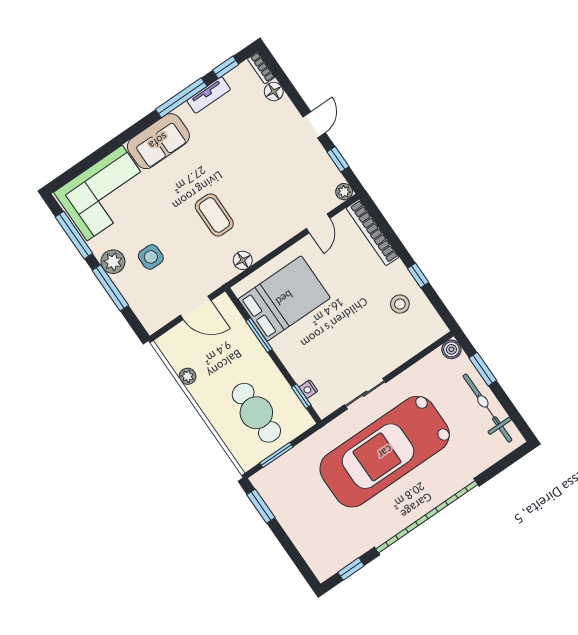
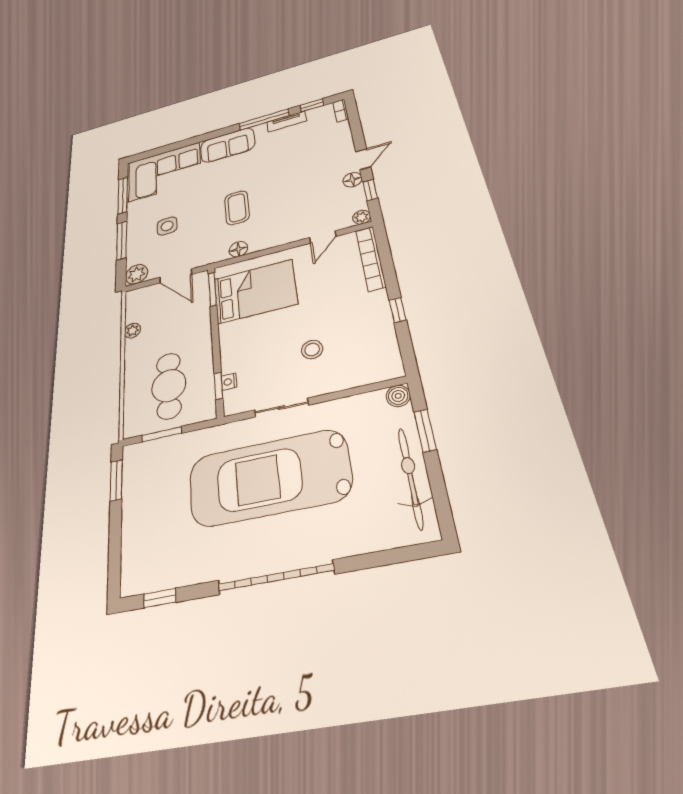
floor lamp: (274, 92) -> (352, 180), moved
plant: (113, 262) -> (136, 274), moved
stool: (400, 304) -> (312, 350), moved
window: (259, 335) -> (212, 289), moved
garage door: (427, 517) -> (276, 577), width x0.73

